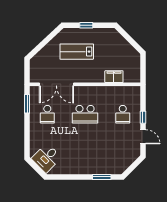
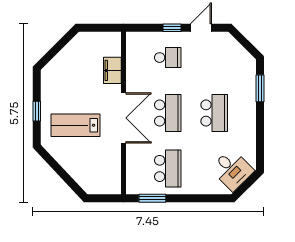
lab bench: (77, 52) -> (75, 125), turned 90
double door: (56, 84) -> (124, 118), moved
school desk: (47, 114) -> (168, 168), width x1.85
school desk: (85, 146) -> (214, 113), added

